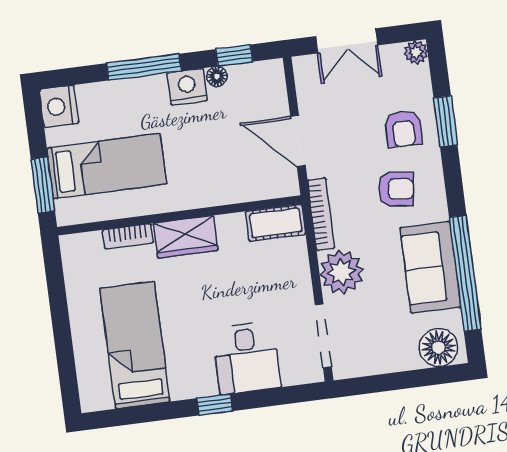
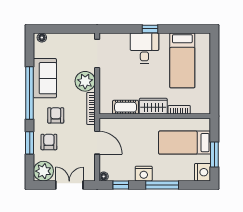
plant: (416, 52) -> (43, 171), width x1.87, depth x1.87
floor lamp: (217, 77) -> (104, 176), moved
window: (43, 185) -> (214, 154), moved
armchair: (396, 189) -> (56, 115), turned 83
cot: (276, 223) -> (126, 107), moved
window: (465, 273) -> (30, 93), moved
floor lamp: (439, 347) -> (42, 38), width x0.53, depth x0.53
desk: (247, 358) -> (144, 48), moved

